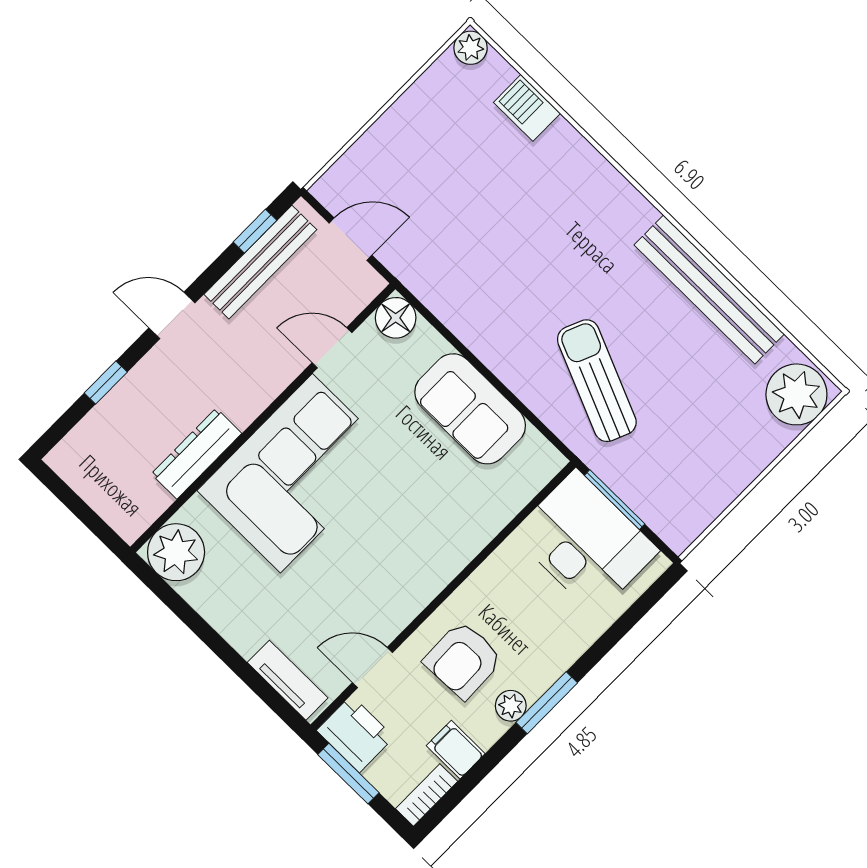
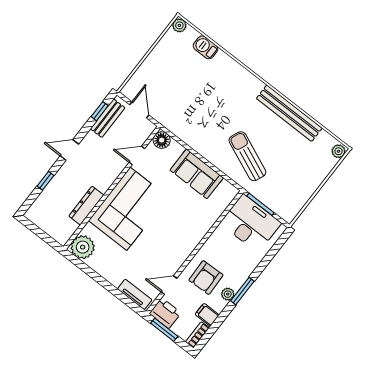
door: (351, 239) -> (139, 110), hinge flipped
bench: (260, 262) -> (108, 118), width x0.73
plant: (796, 394) -> (338, 151), width x0.53, depth x0.53

